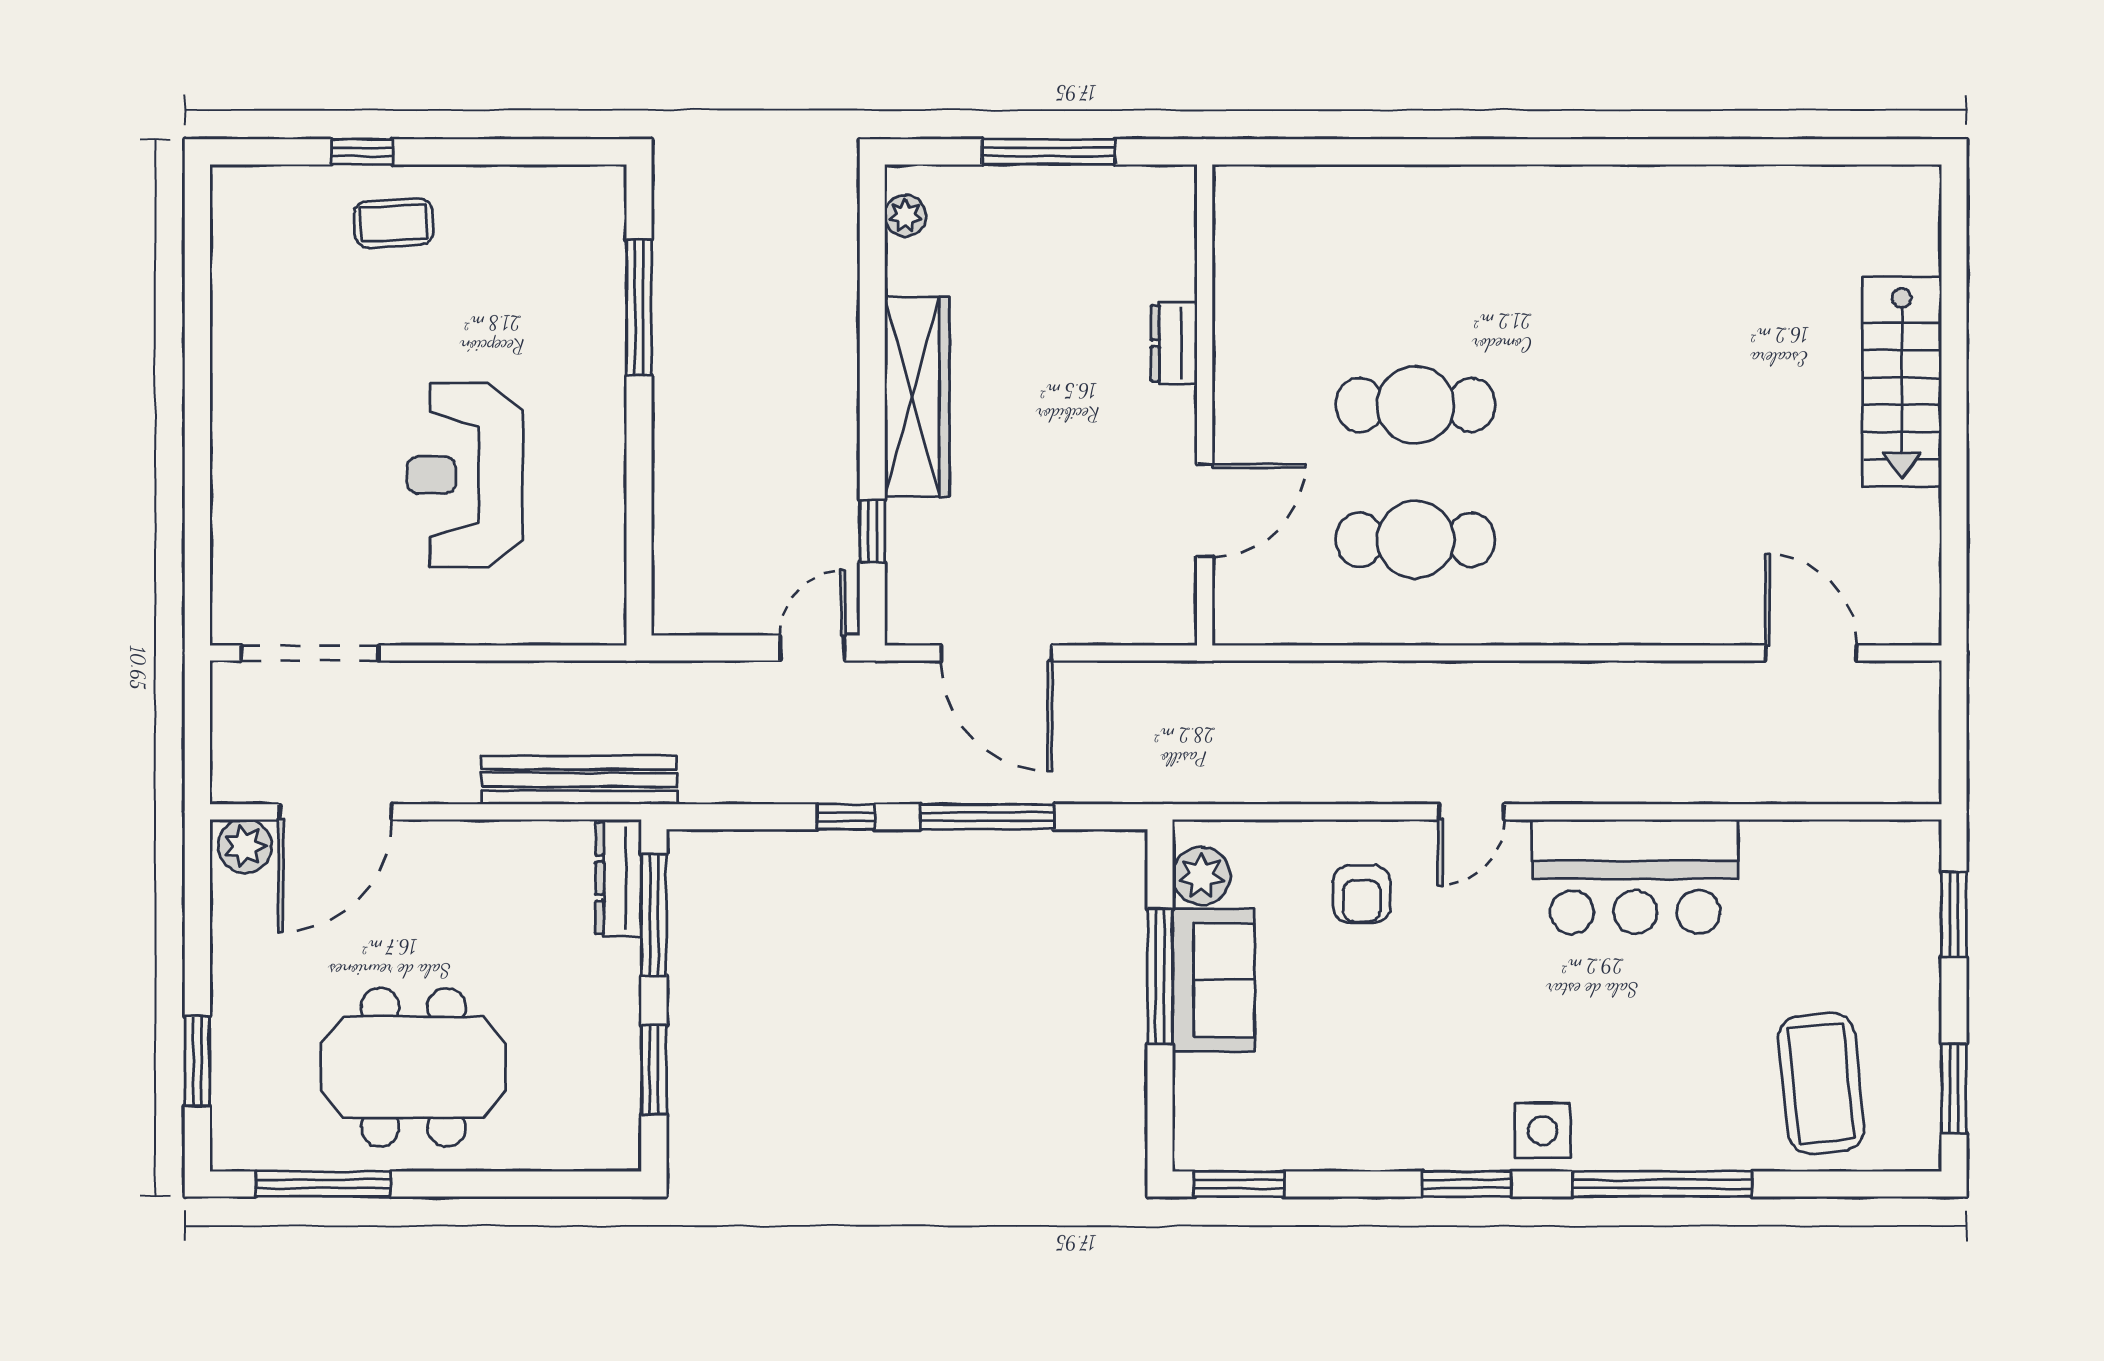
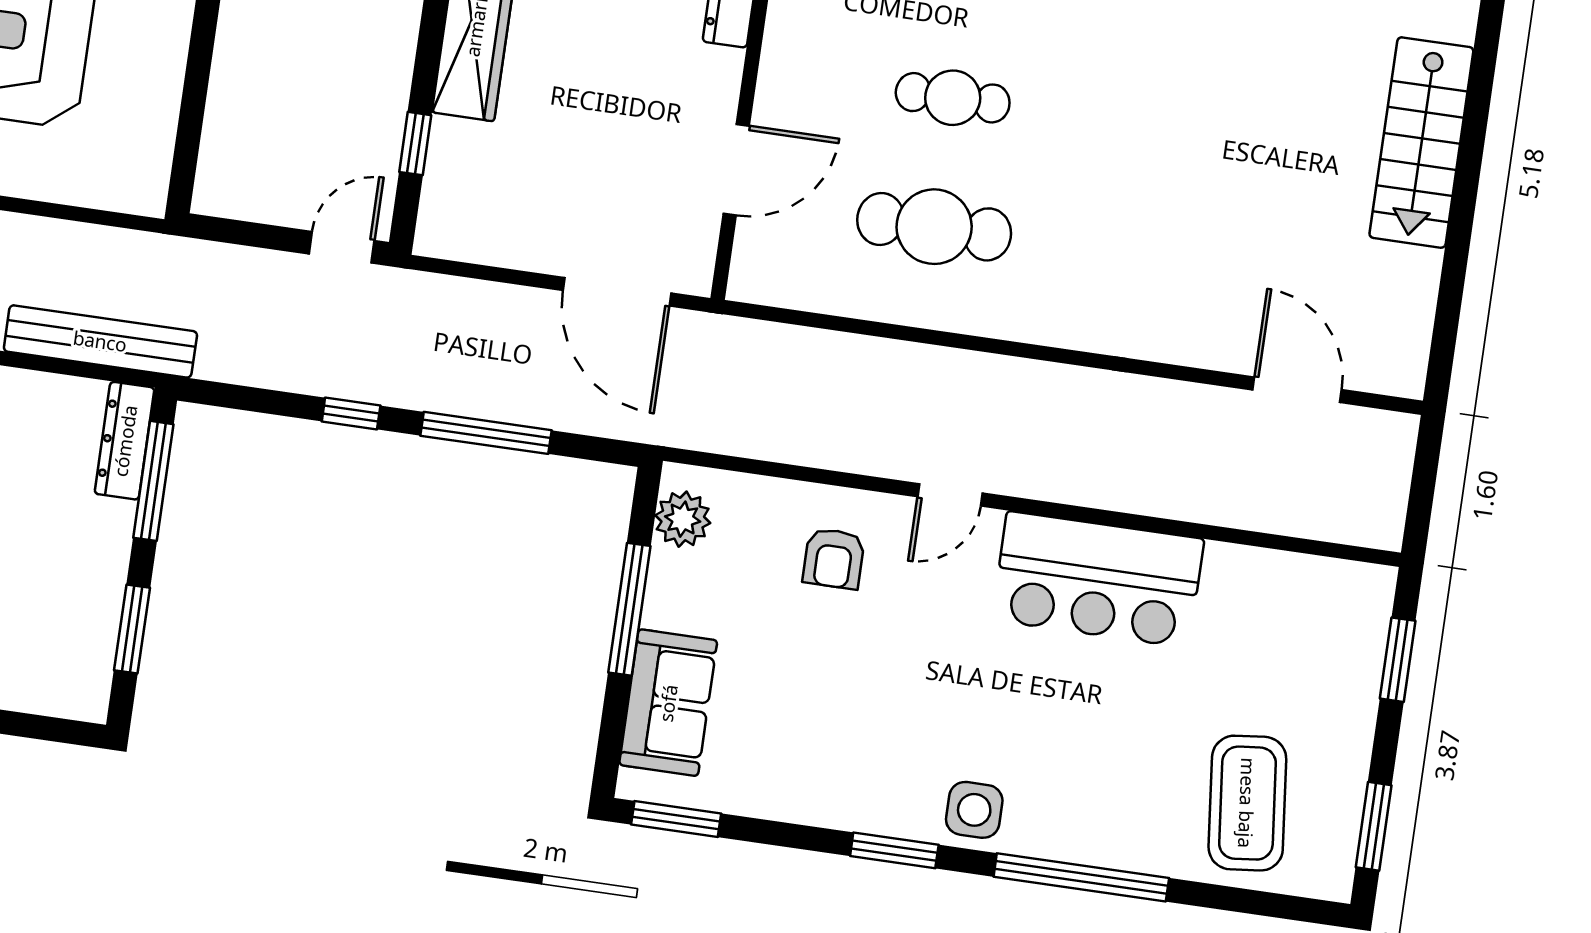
cafe table: (1416, 405) -> (953, 98), width x0.73, depth x0.74
door: (996, 653) -> (617, 292), moved
sofa: (1214, 980) -> (668, 703), moved

